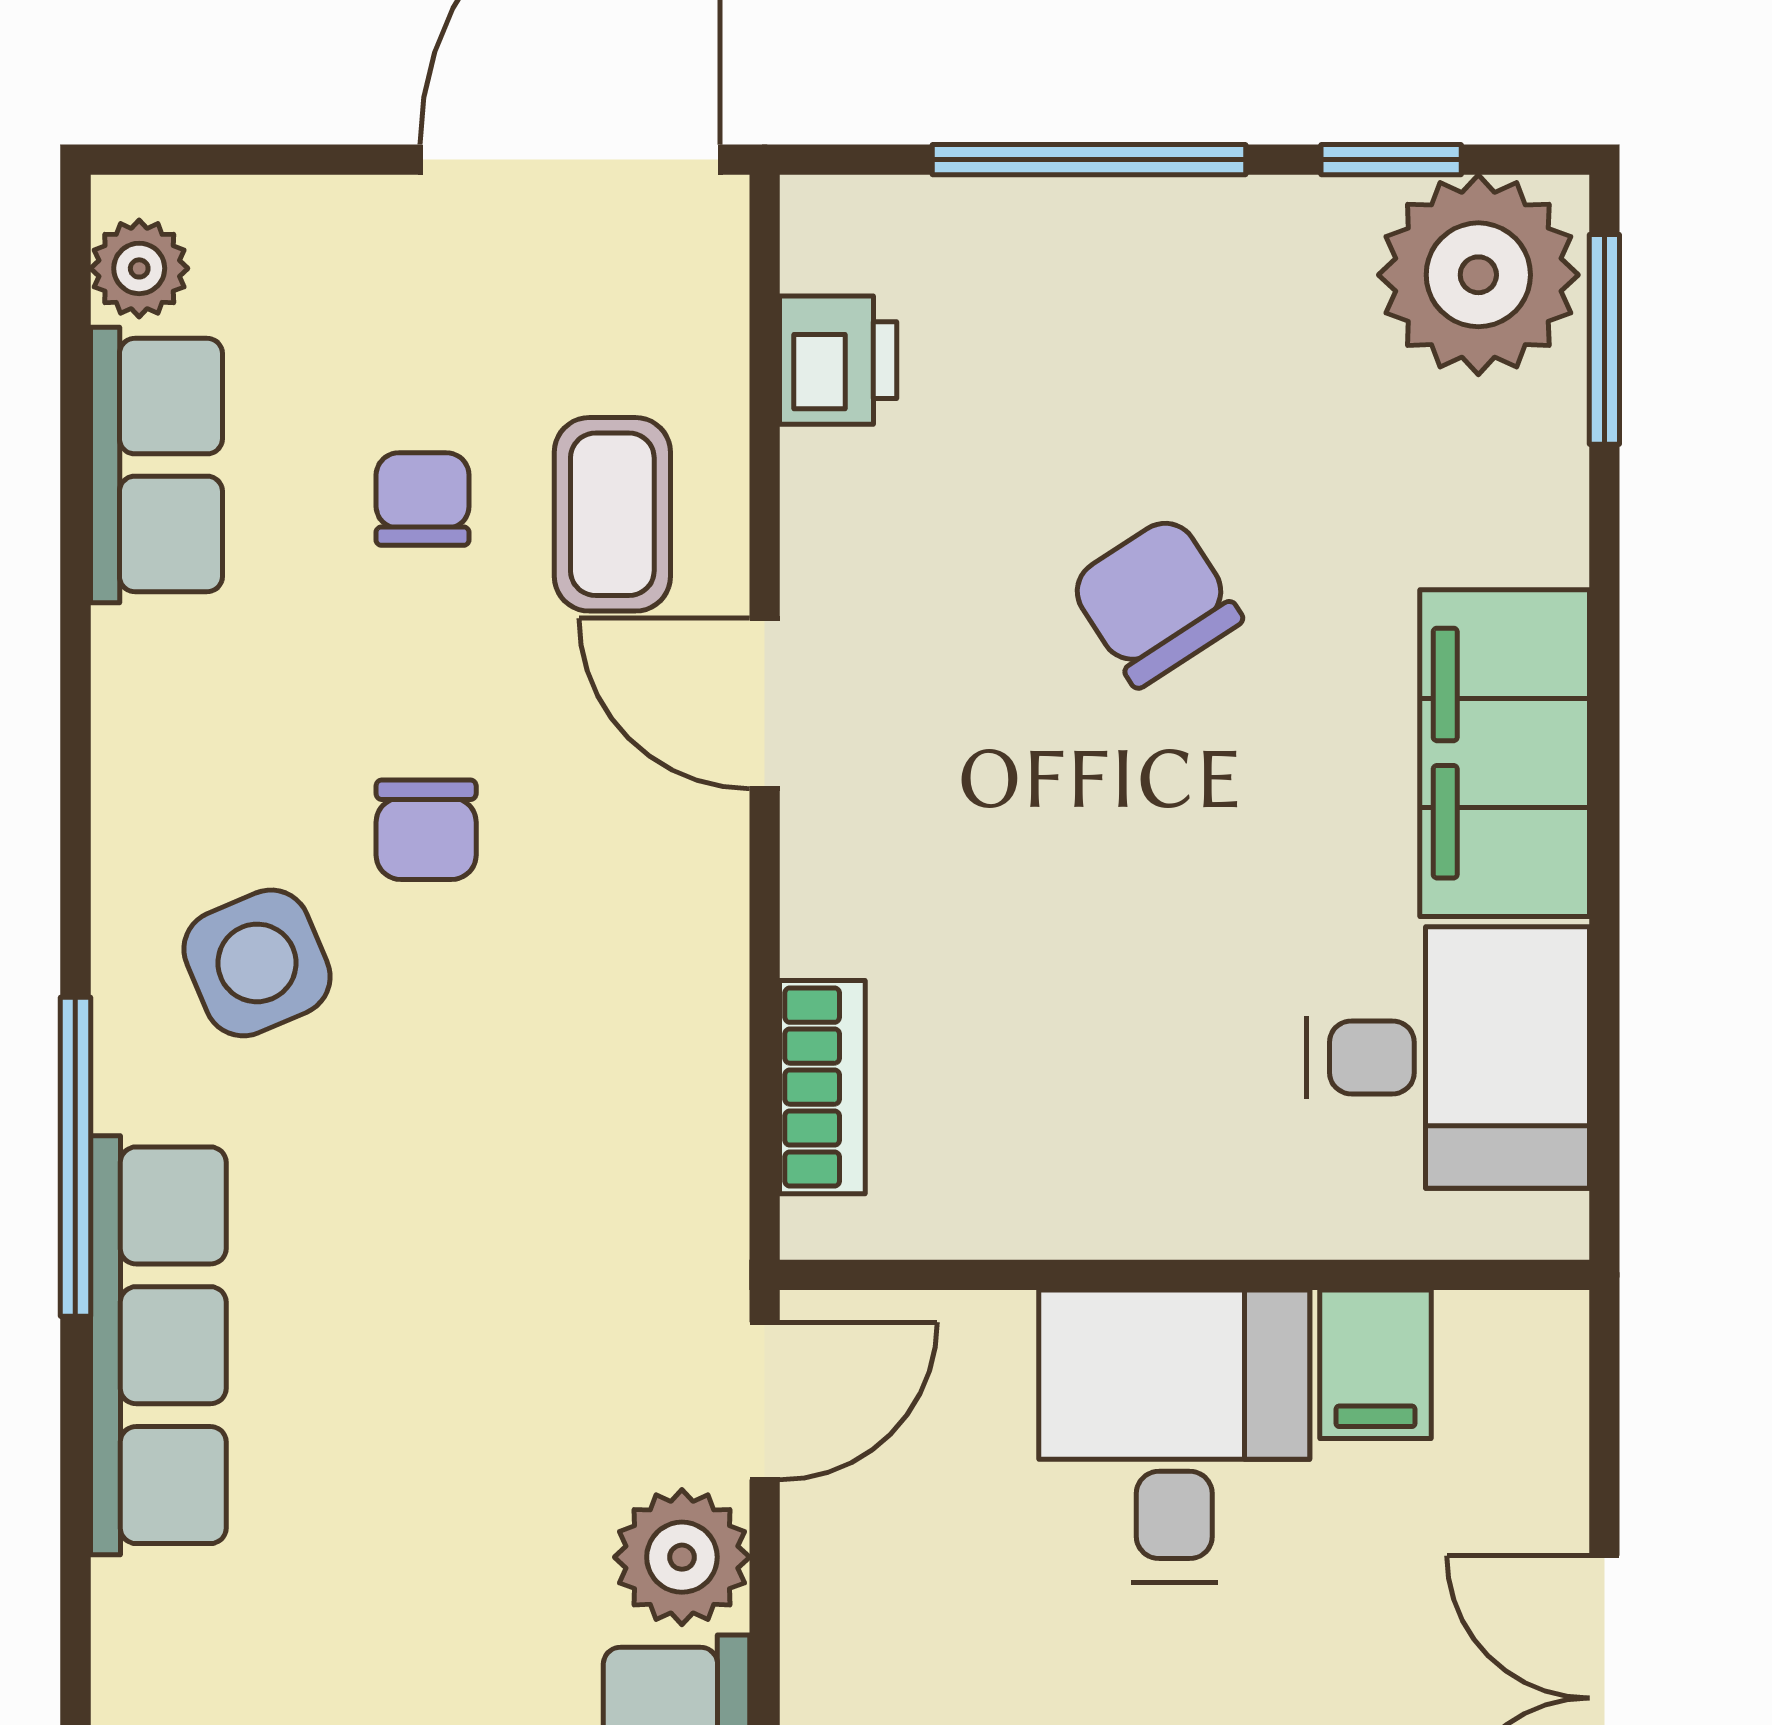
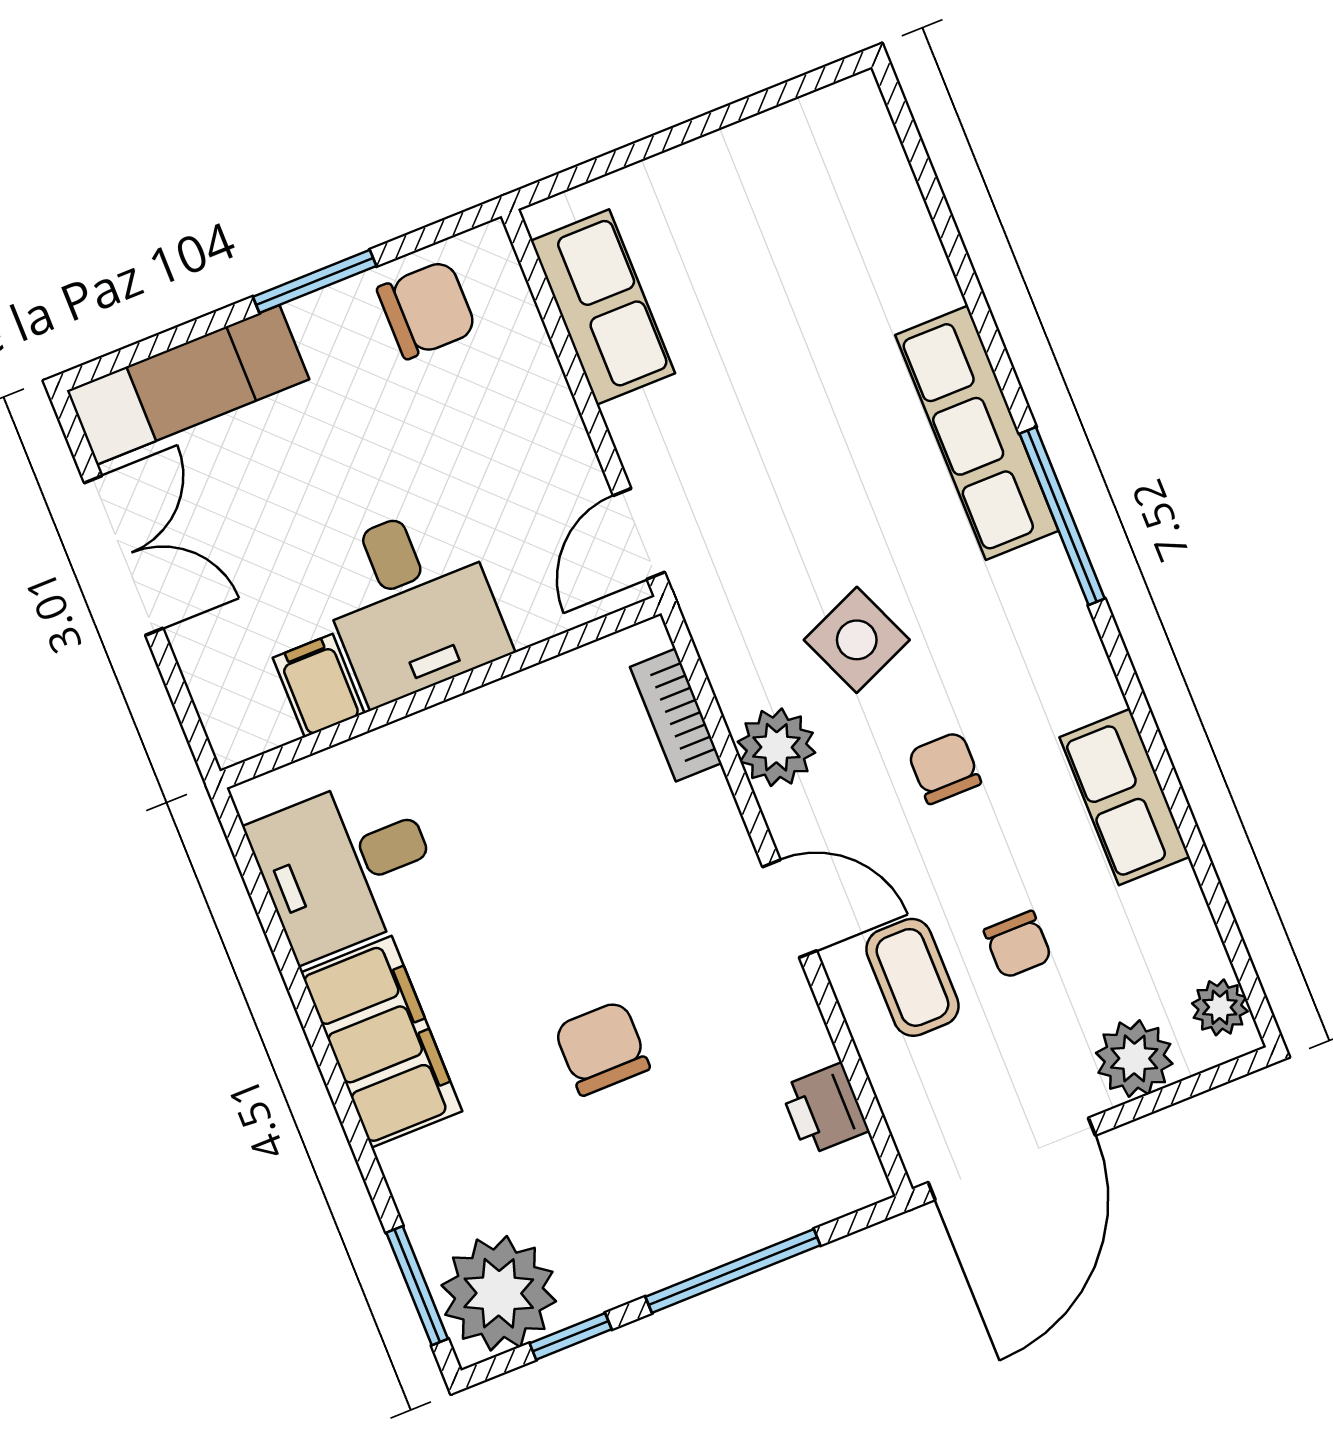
plant: (309, 242) -> (1134, 1058), added
row of seats: (156, 465) -> (1125, 797), moved
chair: (1155, 601) -> (602, 1048), turned -147
side table: (257, 963) -> (857, 640), moved
plant: (682, 1557) -> (776, 747), moved

